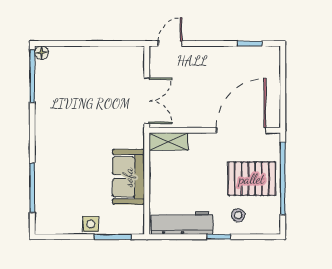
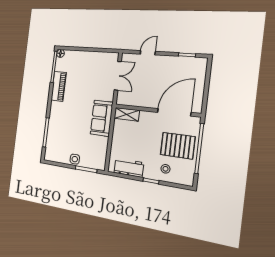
door: (170, 43) -> (148, 53), moved
double door: (147, 101) -> (118, 76), moved
piano: (46, 108) -> (59, 86), added
sofa: (128, 177) -> (102, 118), moved
workbench: (182, 223) -> (129, 168), width x0.73

